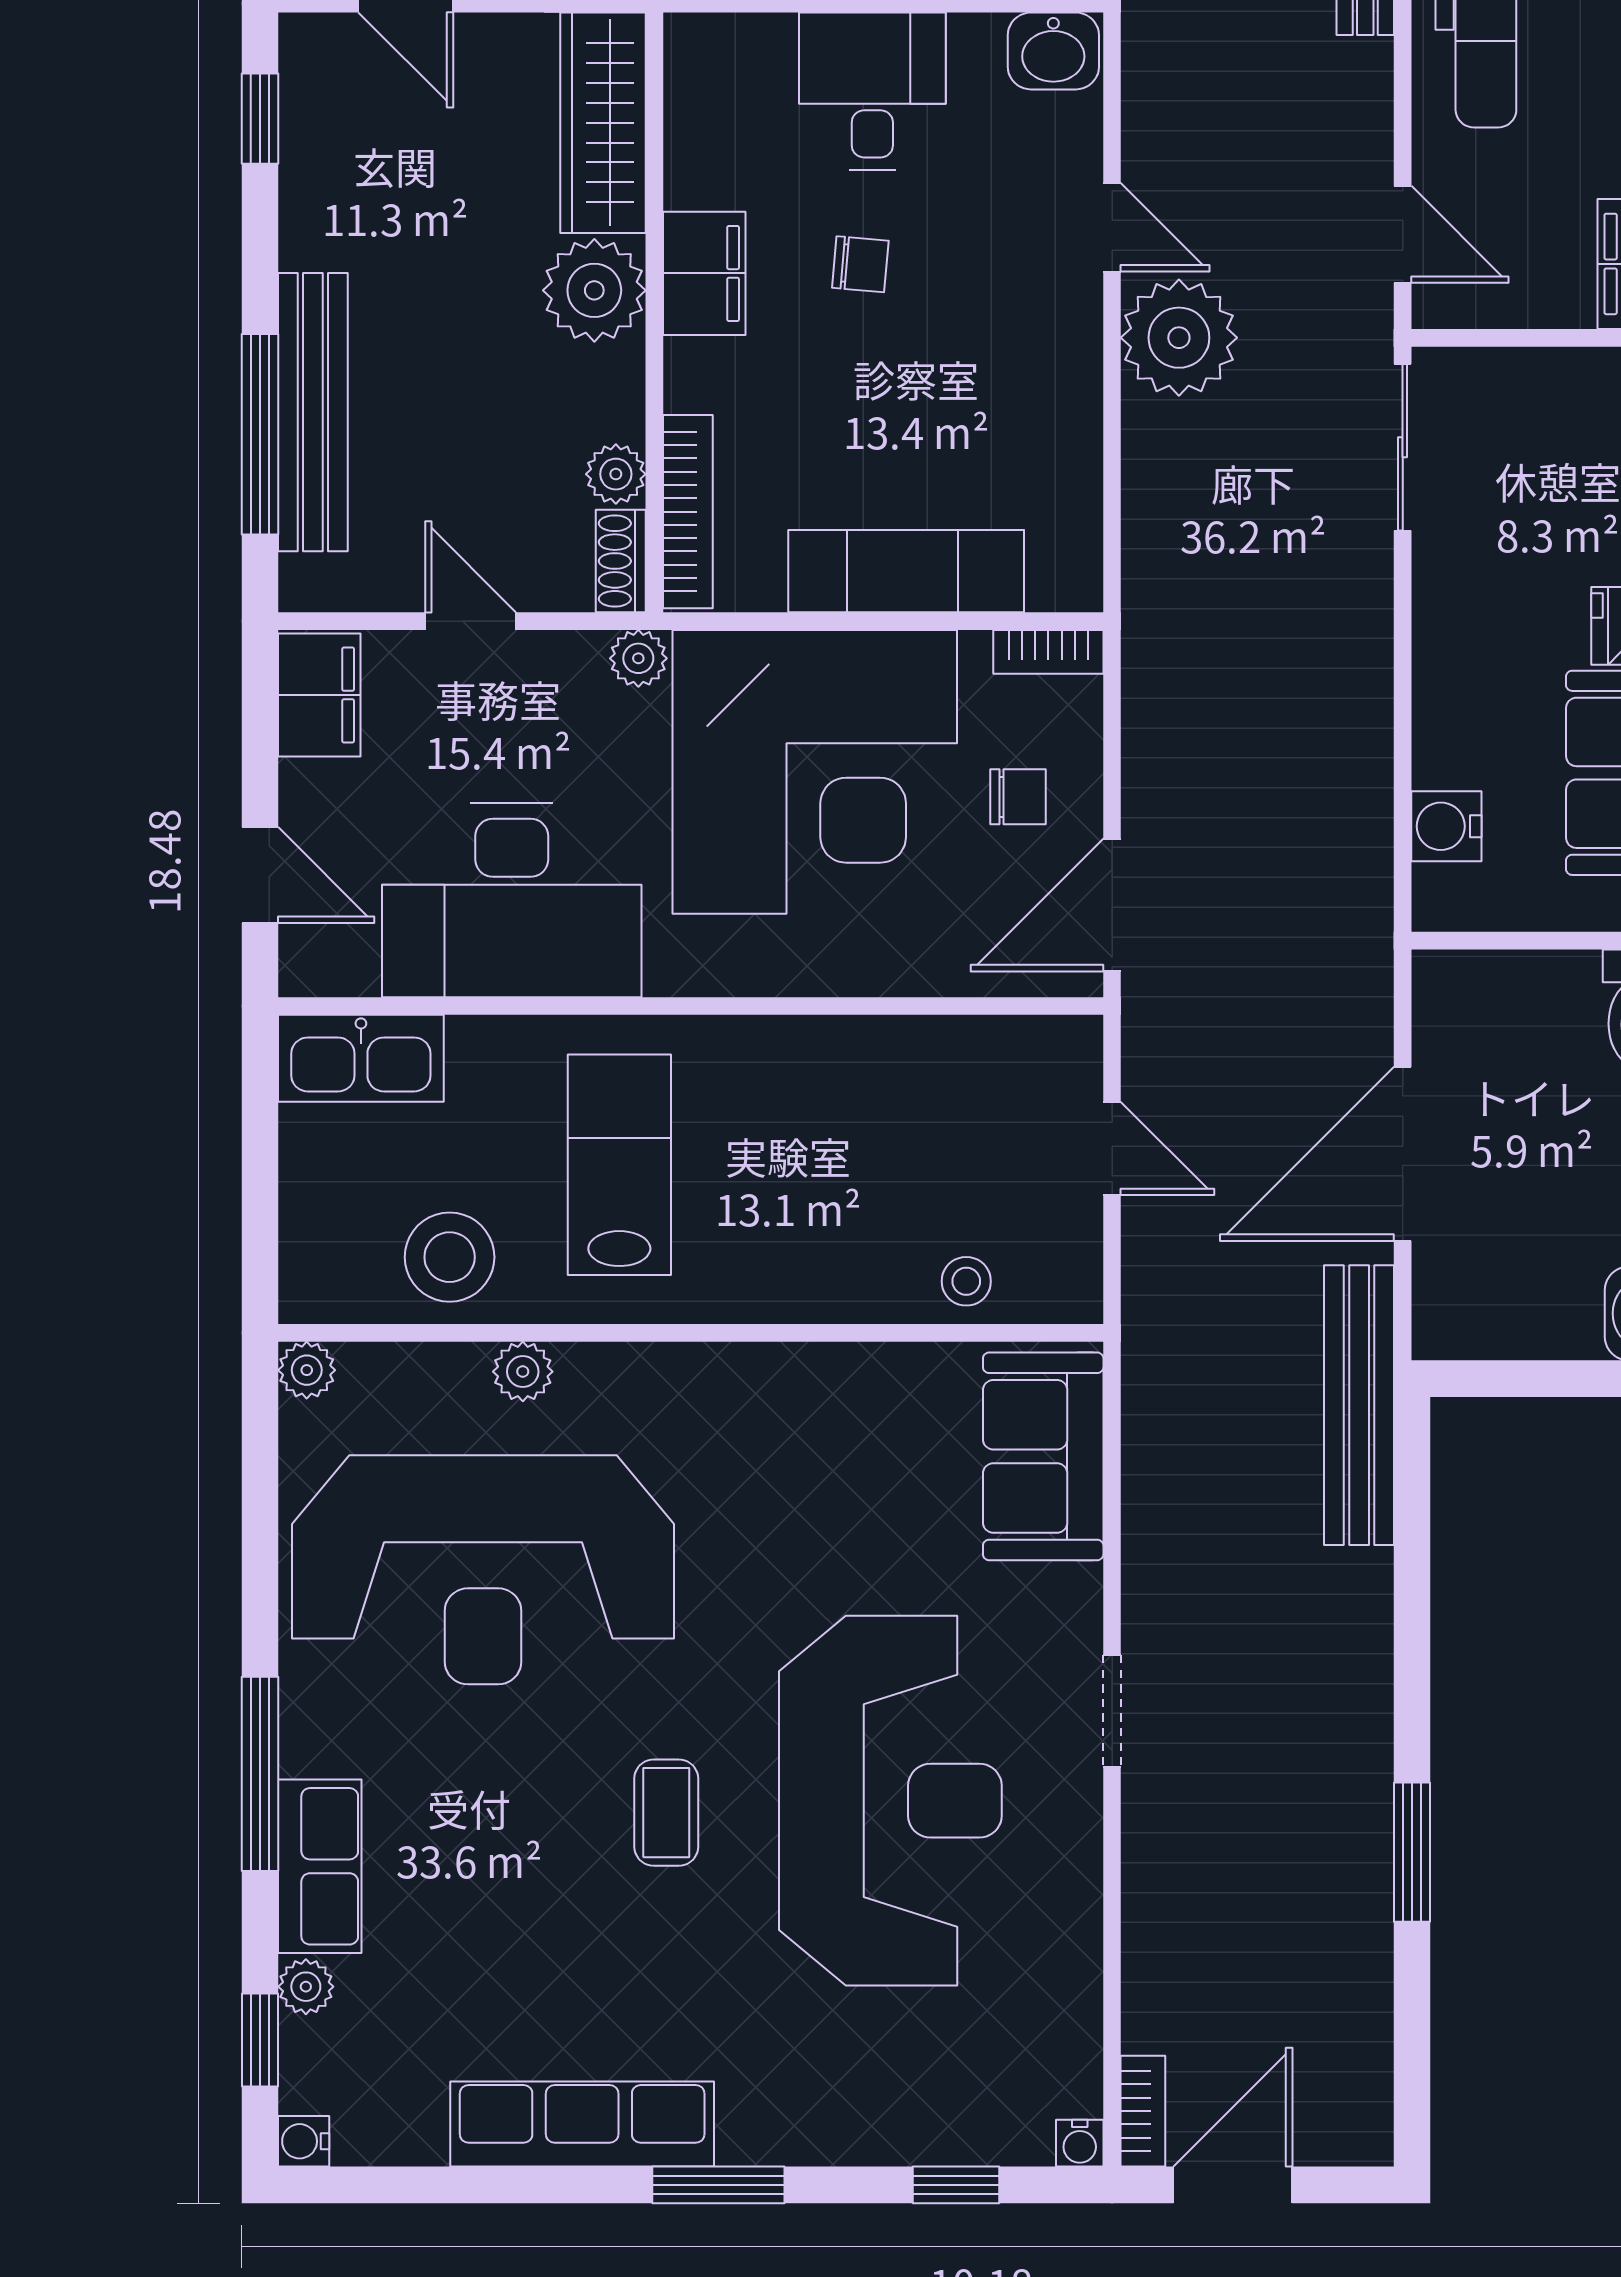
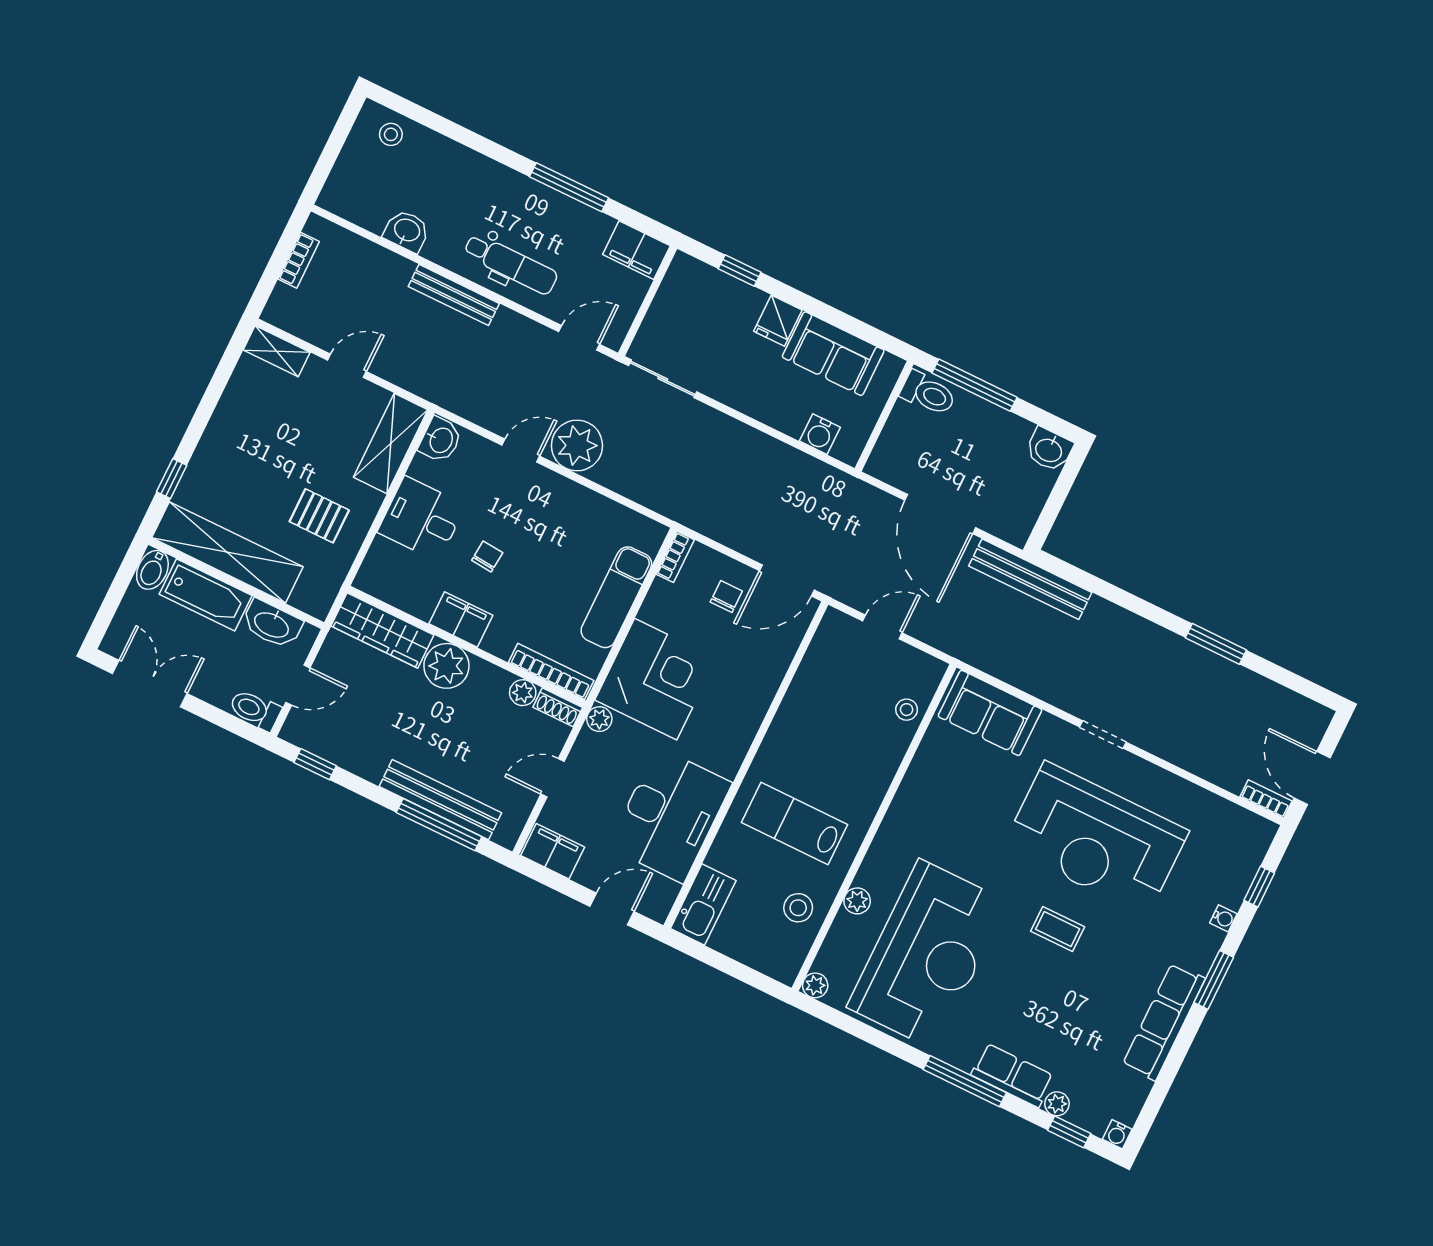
corner desk: (815, 772) -> (656, 679), width x0.74, depth x0.74
door: (1112, 905) -> (787, 580), hinge flipped
stool: (450, 1257) -> (798, 908), width x0.73, depth x0.73
reception desk: (890, 1801) -> (1096, 839), turned 180
water cooler: (1080, 2143) -> (1223, 918), moved

